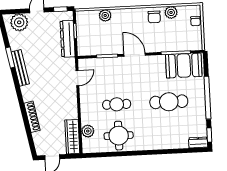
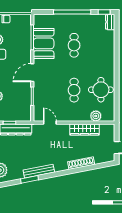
booth: (184, 66) -> (44, 43), moved
cafe table: (169, 102) -> (74, 45), width x0.73, depth x0.74
wardrobe: (72, 137) -> (84, 129), moved

